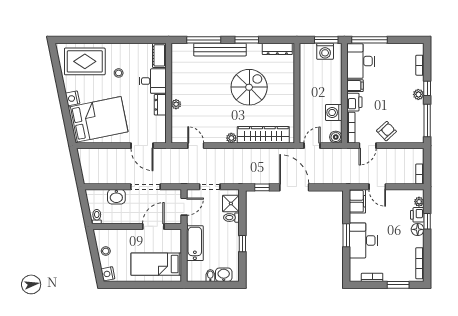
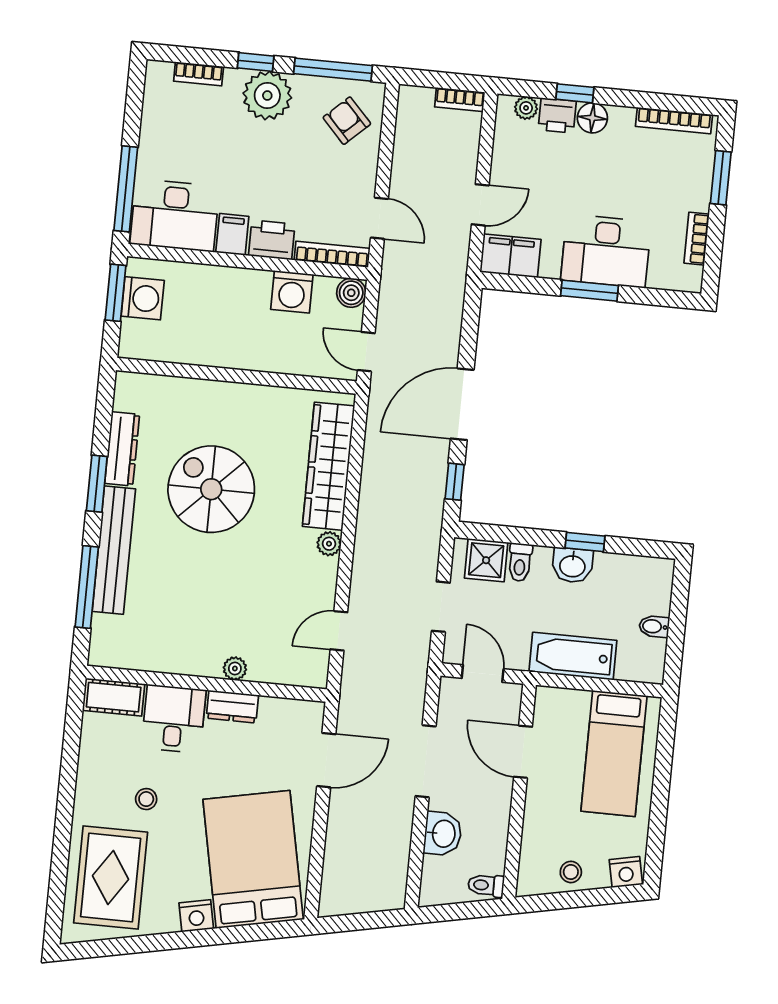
dresser: (277, 49) -> (122, 449), moved
plant: (418, 94) -> (267, 95), width x1.87, depth x1.87
armchair: (387, 131) -> (347, 121), moved
washbasin: (224, 275) -> (572, 565), moved, turned -90

